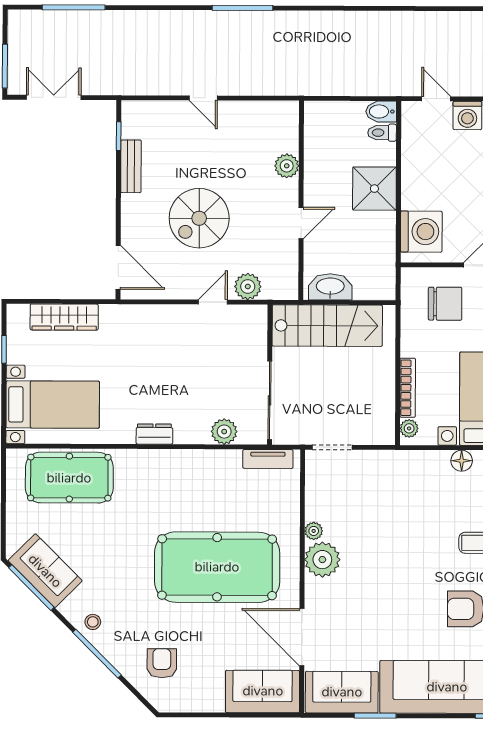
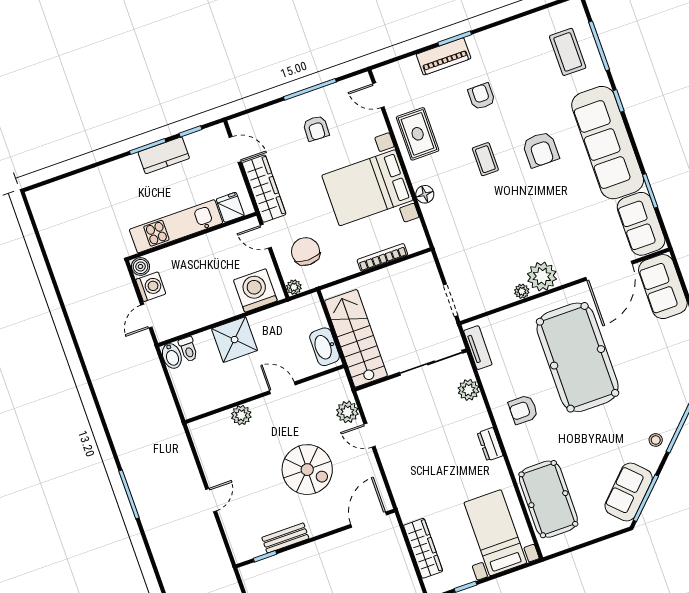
plant: (409, 428) -> (294, 287), moved
armchair: (162, 663) -> (523, 410), moved

